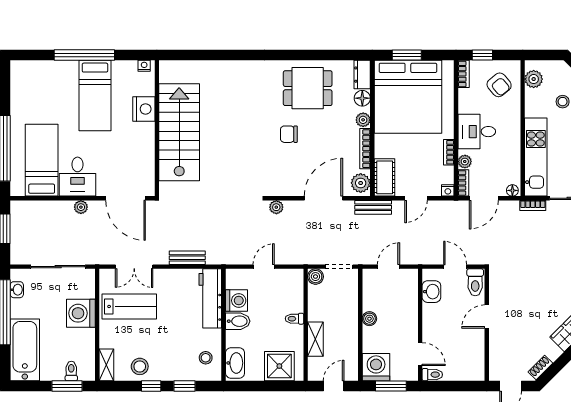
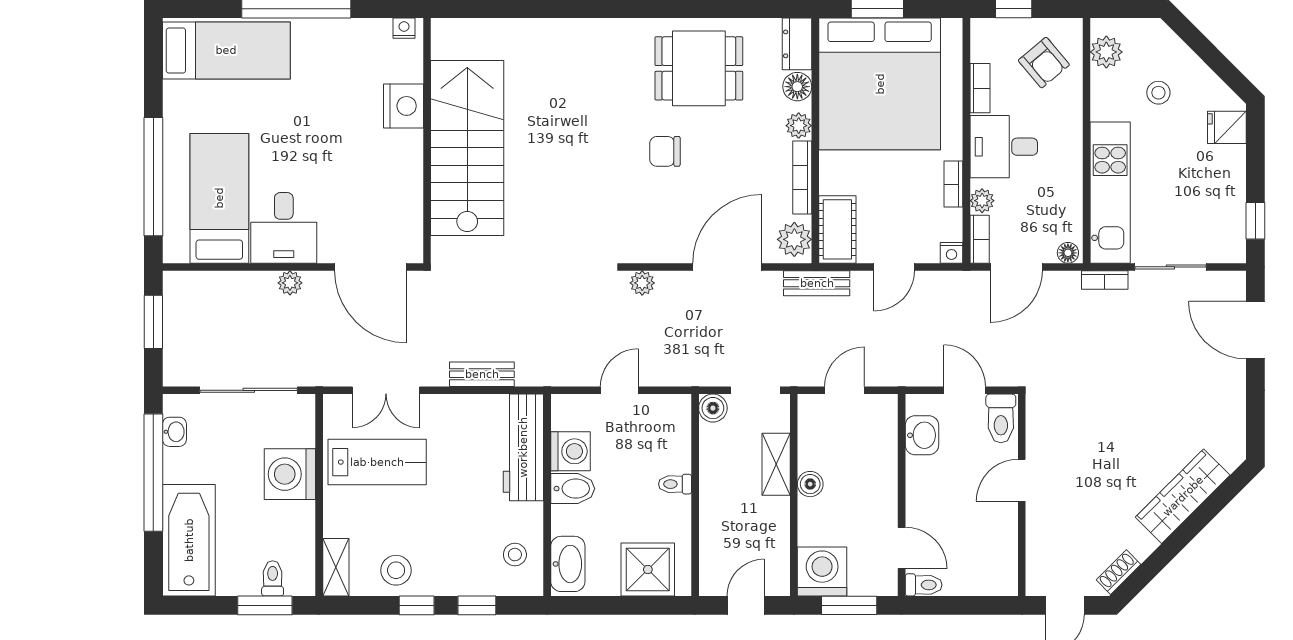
bookcase: (464, 74) -> (980, 88), moved
bed: (95, 96) -> (226, 50), moved, turned -90
shelving: (315, 339) -> (776, 464), moved

